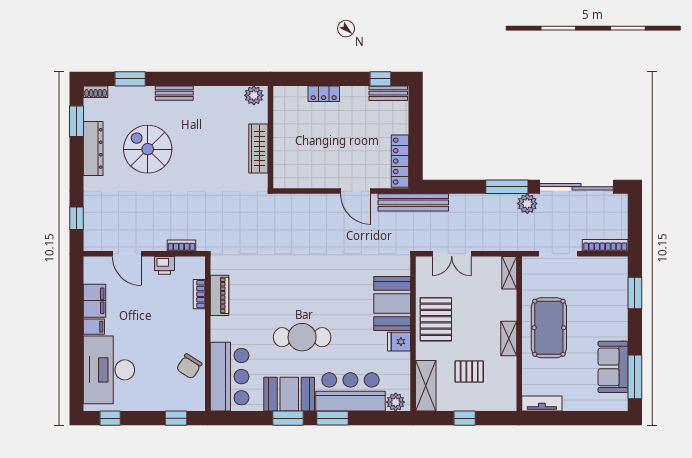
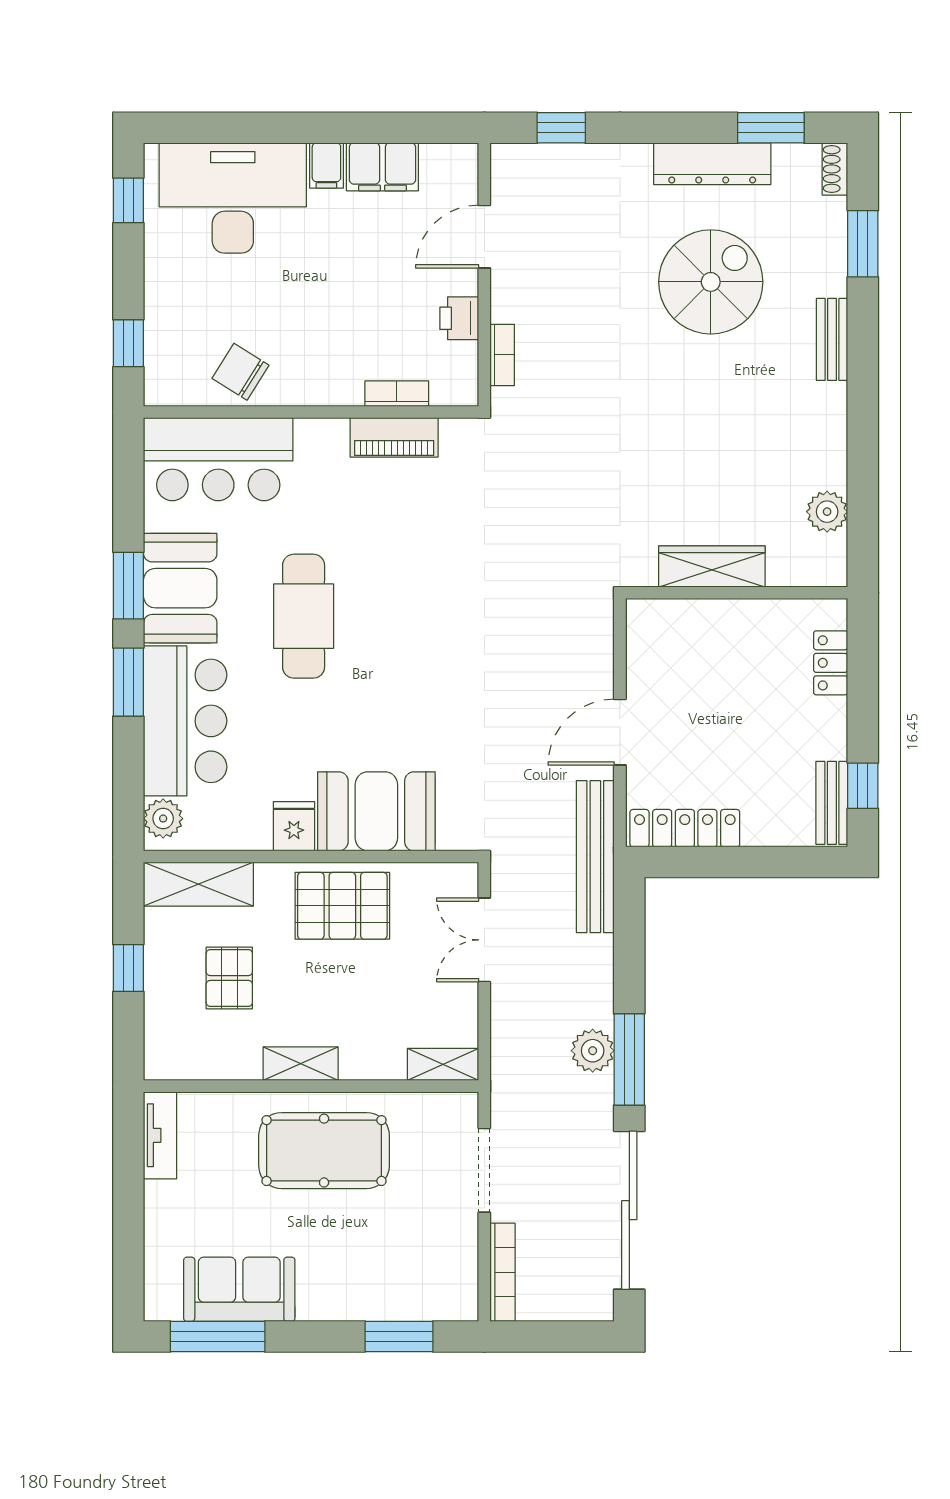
wall: (270, 137) -> (737, 593), moved
wardrobe: (258, 149) -> (712, 567), moved
plant: (527, 204) -> (593, 1051), moved

